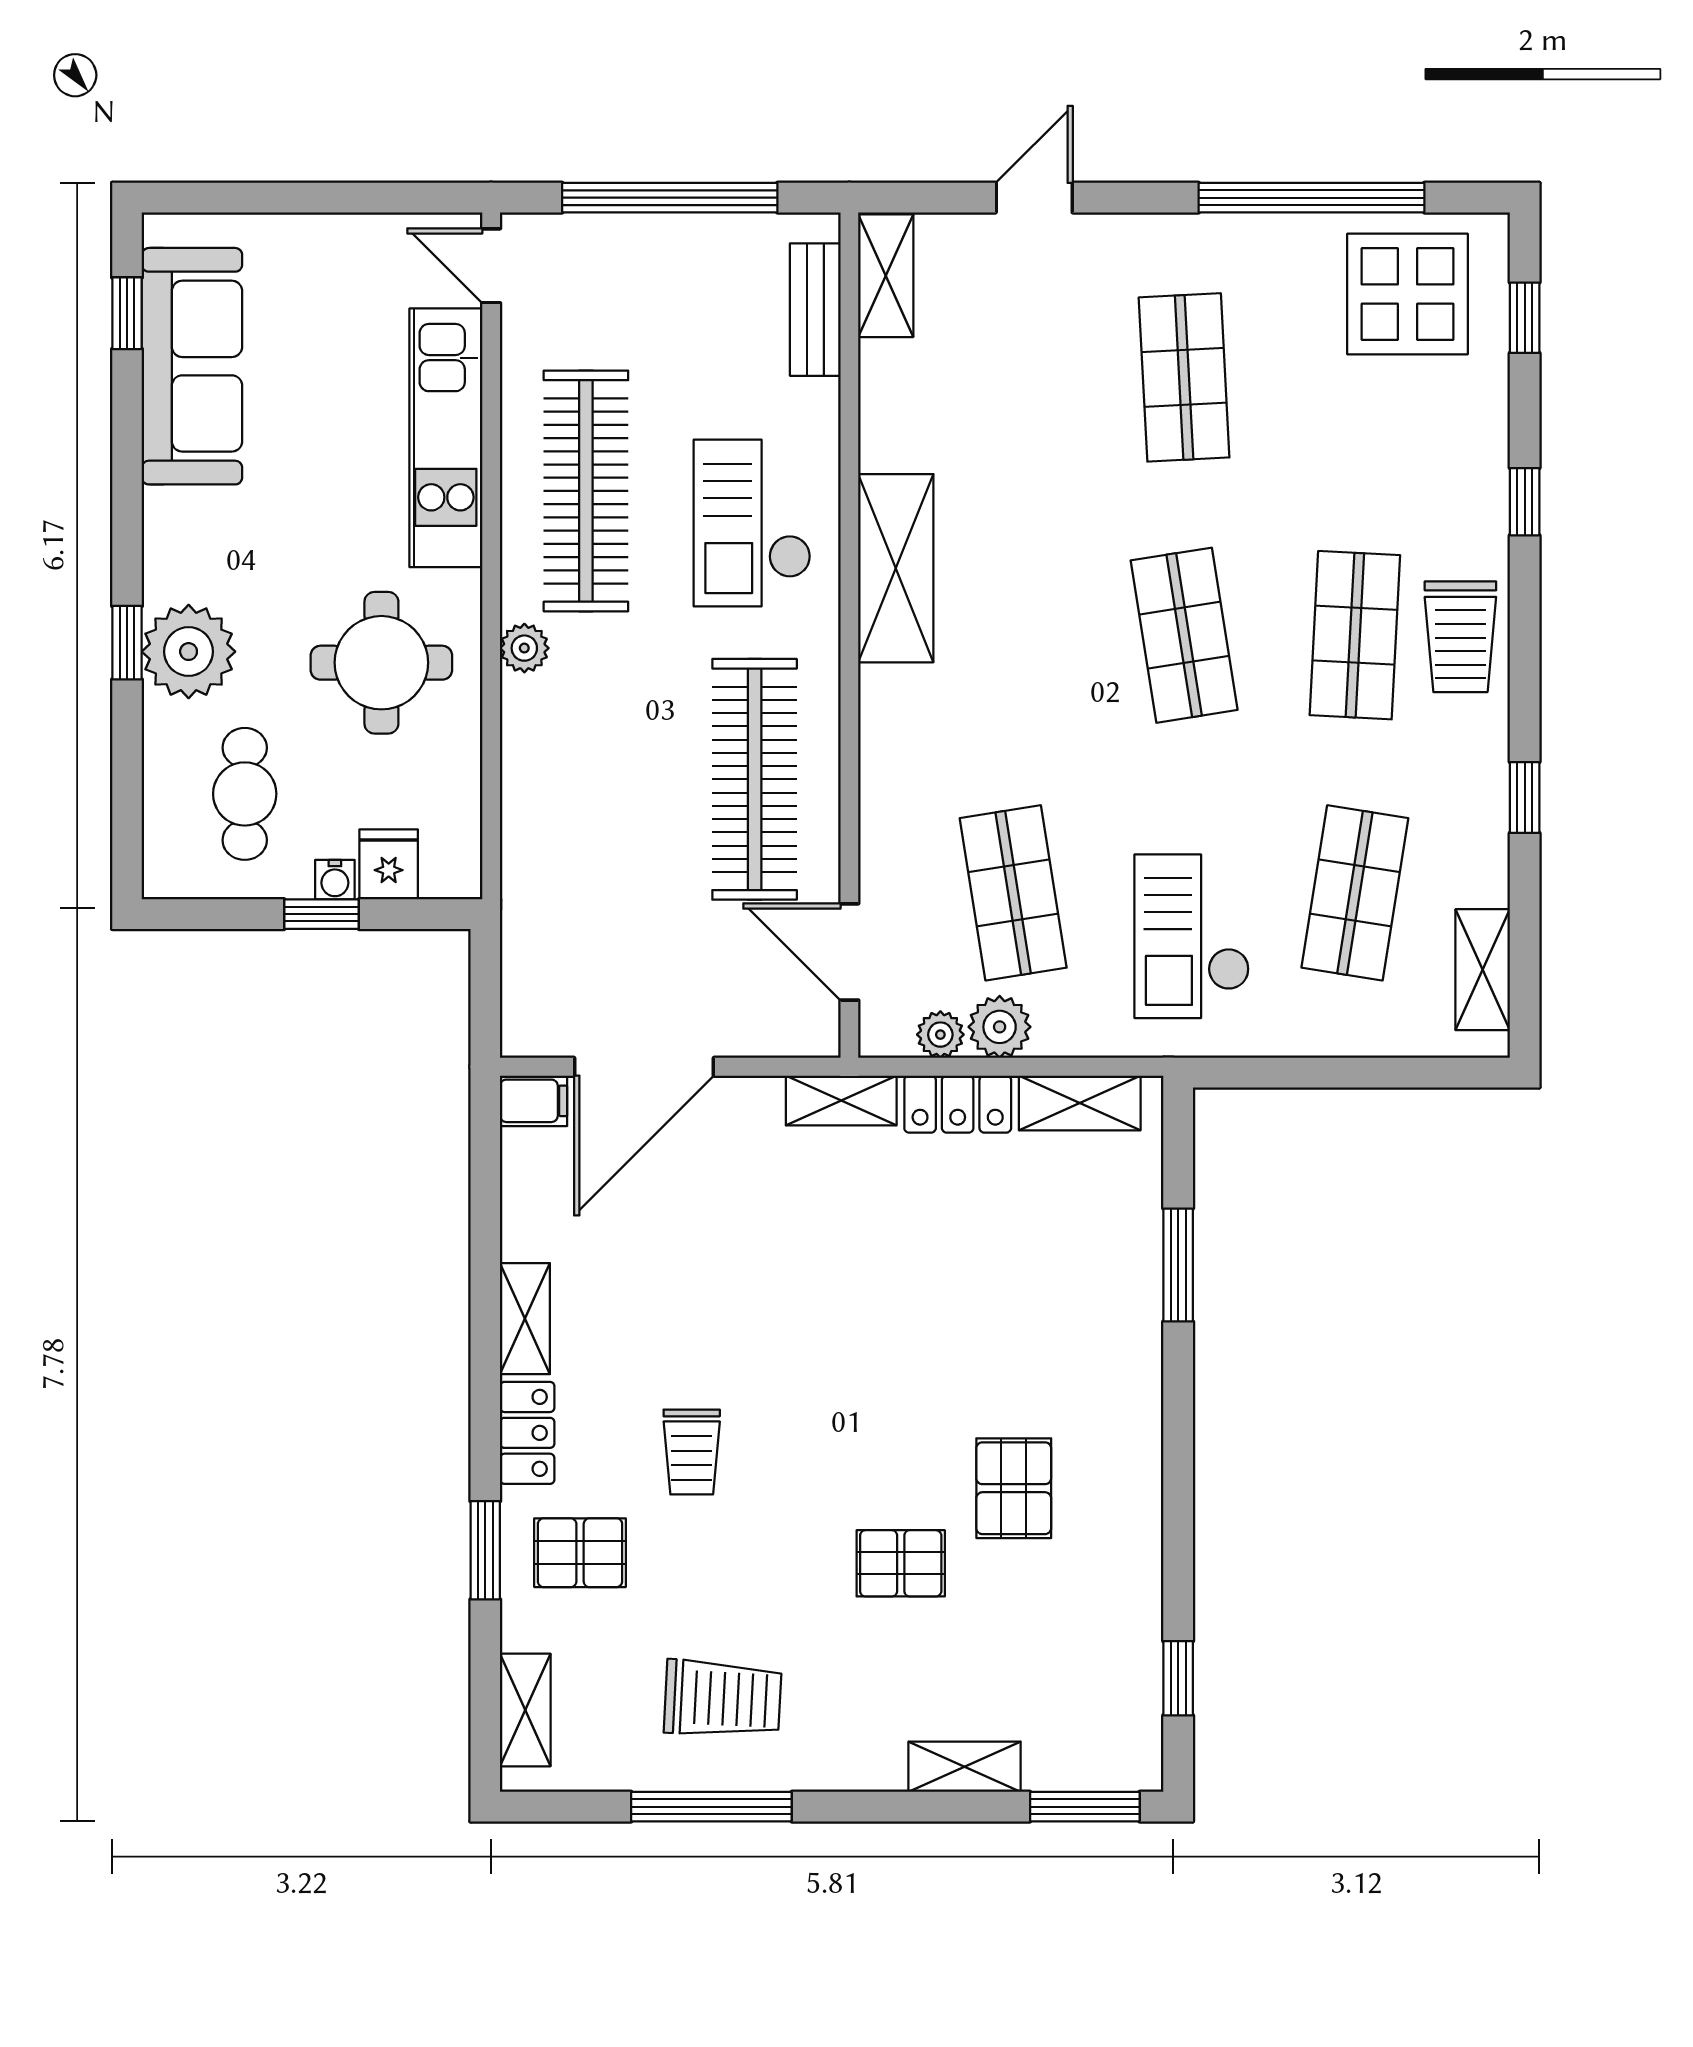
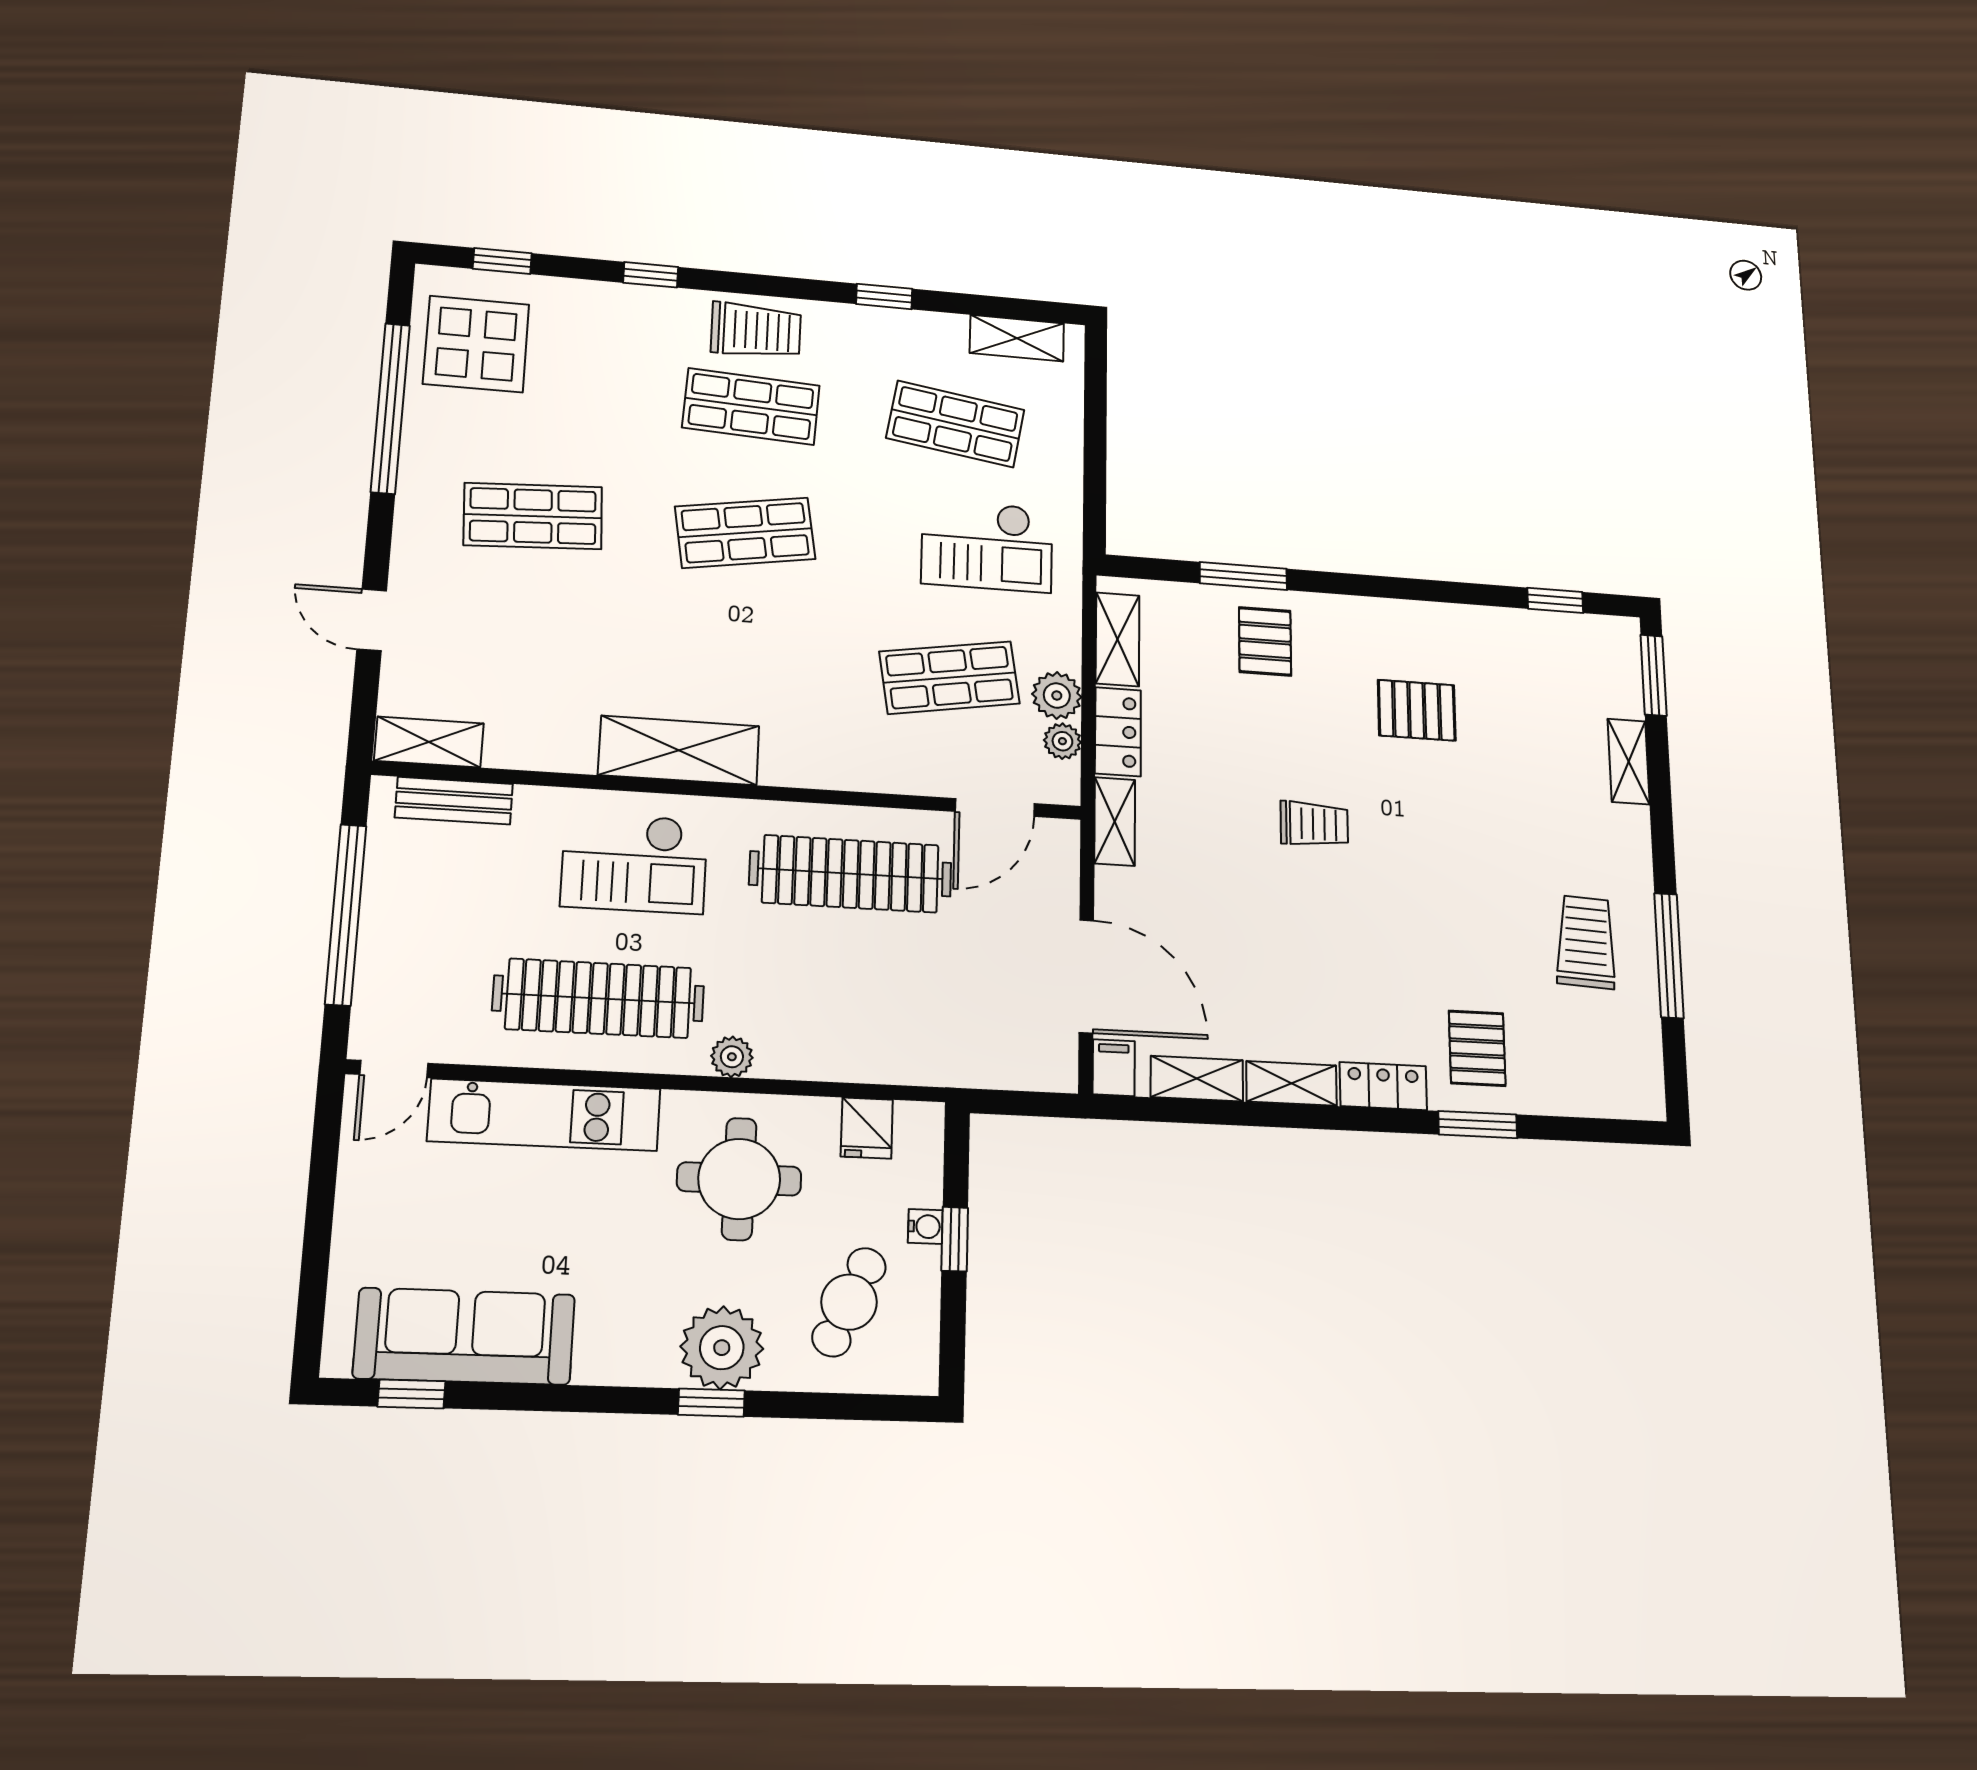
cafe table: (245, 794) -> (849, 1302), turned -66
fridge: (389, 864) -> (867, 1128), moved, turned -90
trolley: (692, 1452) -> (1314, 824), moved
pallet: (901, 1563) -> (1265, 641), moved
shelving: (525, 1710) -> (1197, 1079), moved

